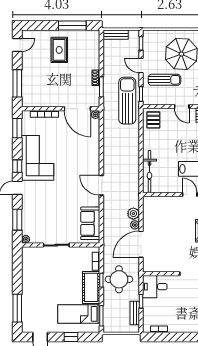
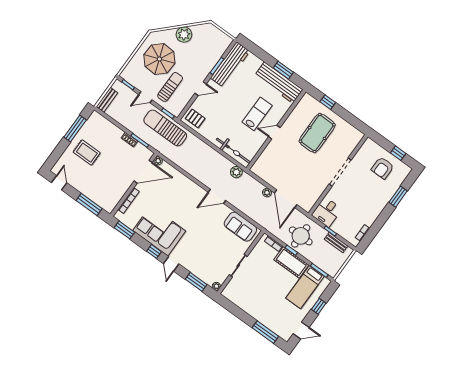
plant: (133, 214) -> (236, 172), moved

